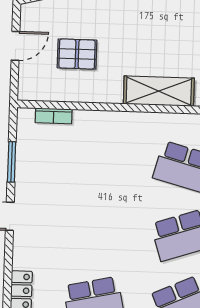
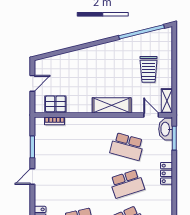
pallet: (77, 54) -> (55, 104), moved

